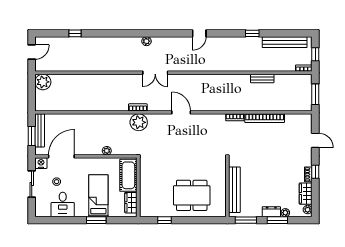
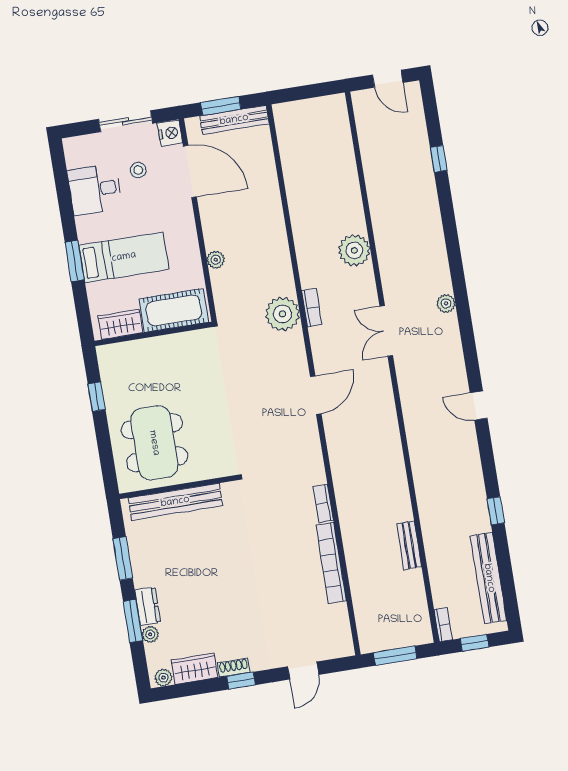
plant: (43, 82) -> (354, 250), moved
wall: (227, 187) -> (178, 487), moved
bench: (234, 190) -> (175, 502), moved

